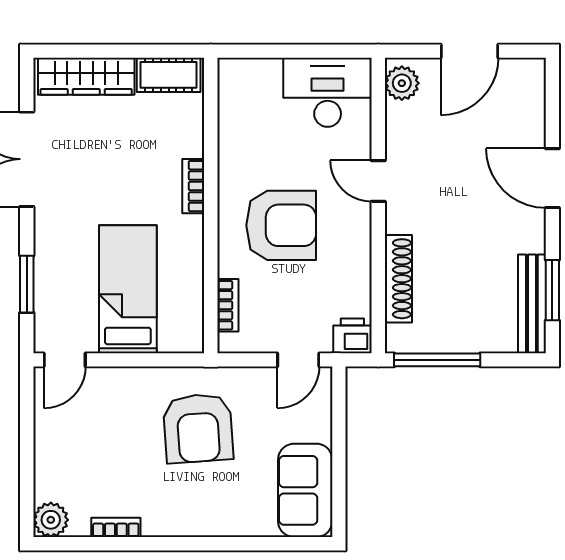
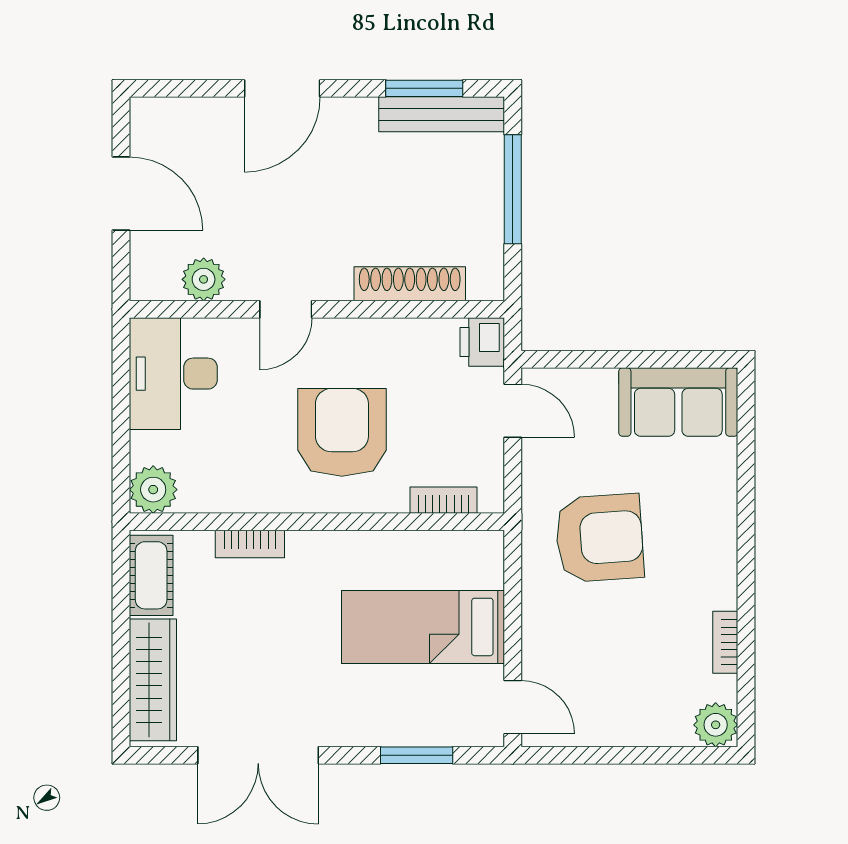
plant: (236, 77) -> (153, 490), added
plant: (402, 83) -> (204, 279), moved
bookcase: (193, 186) -> (250, 544), moved
window: (437, 360) -> (513, 189), moved

